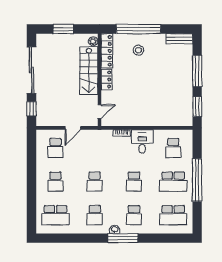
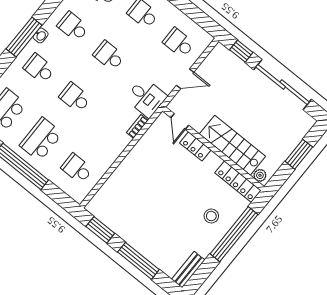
locker: (106, 79) -> (195, 146), moved
door: (73, 128) -> (185, 79), swing flipped
desk: (142, 141) -> (146, 97), moved

